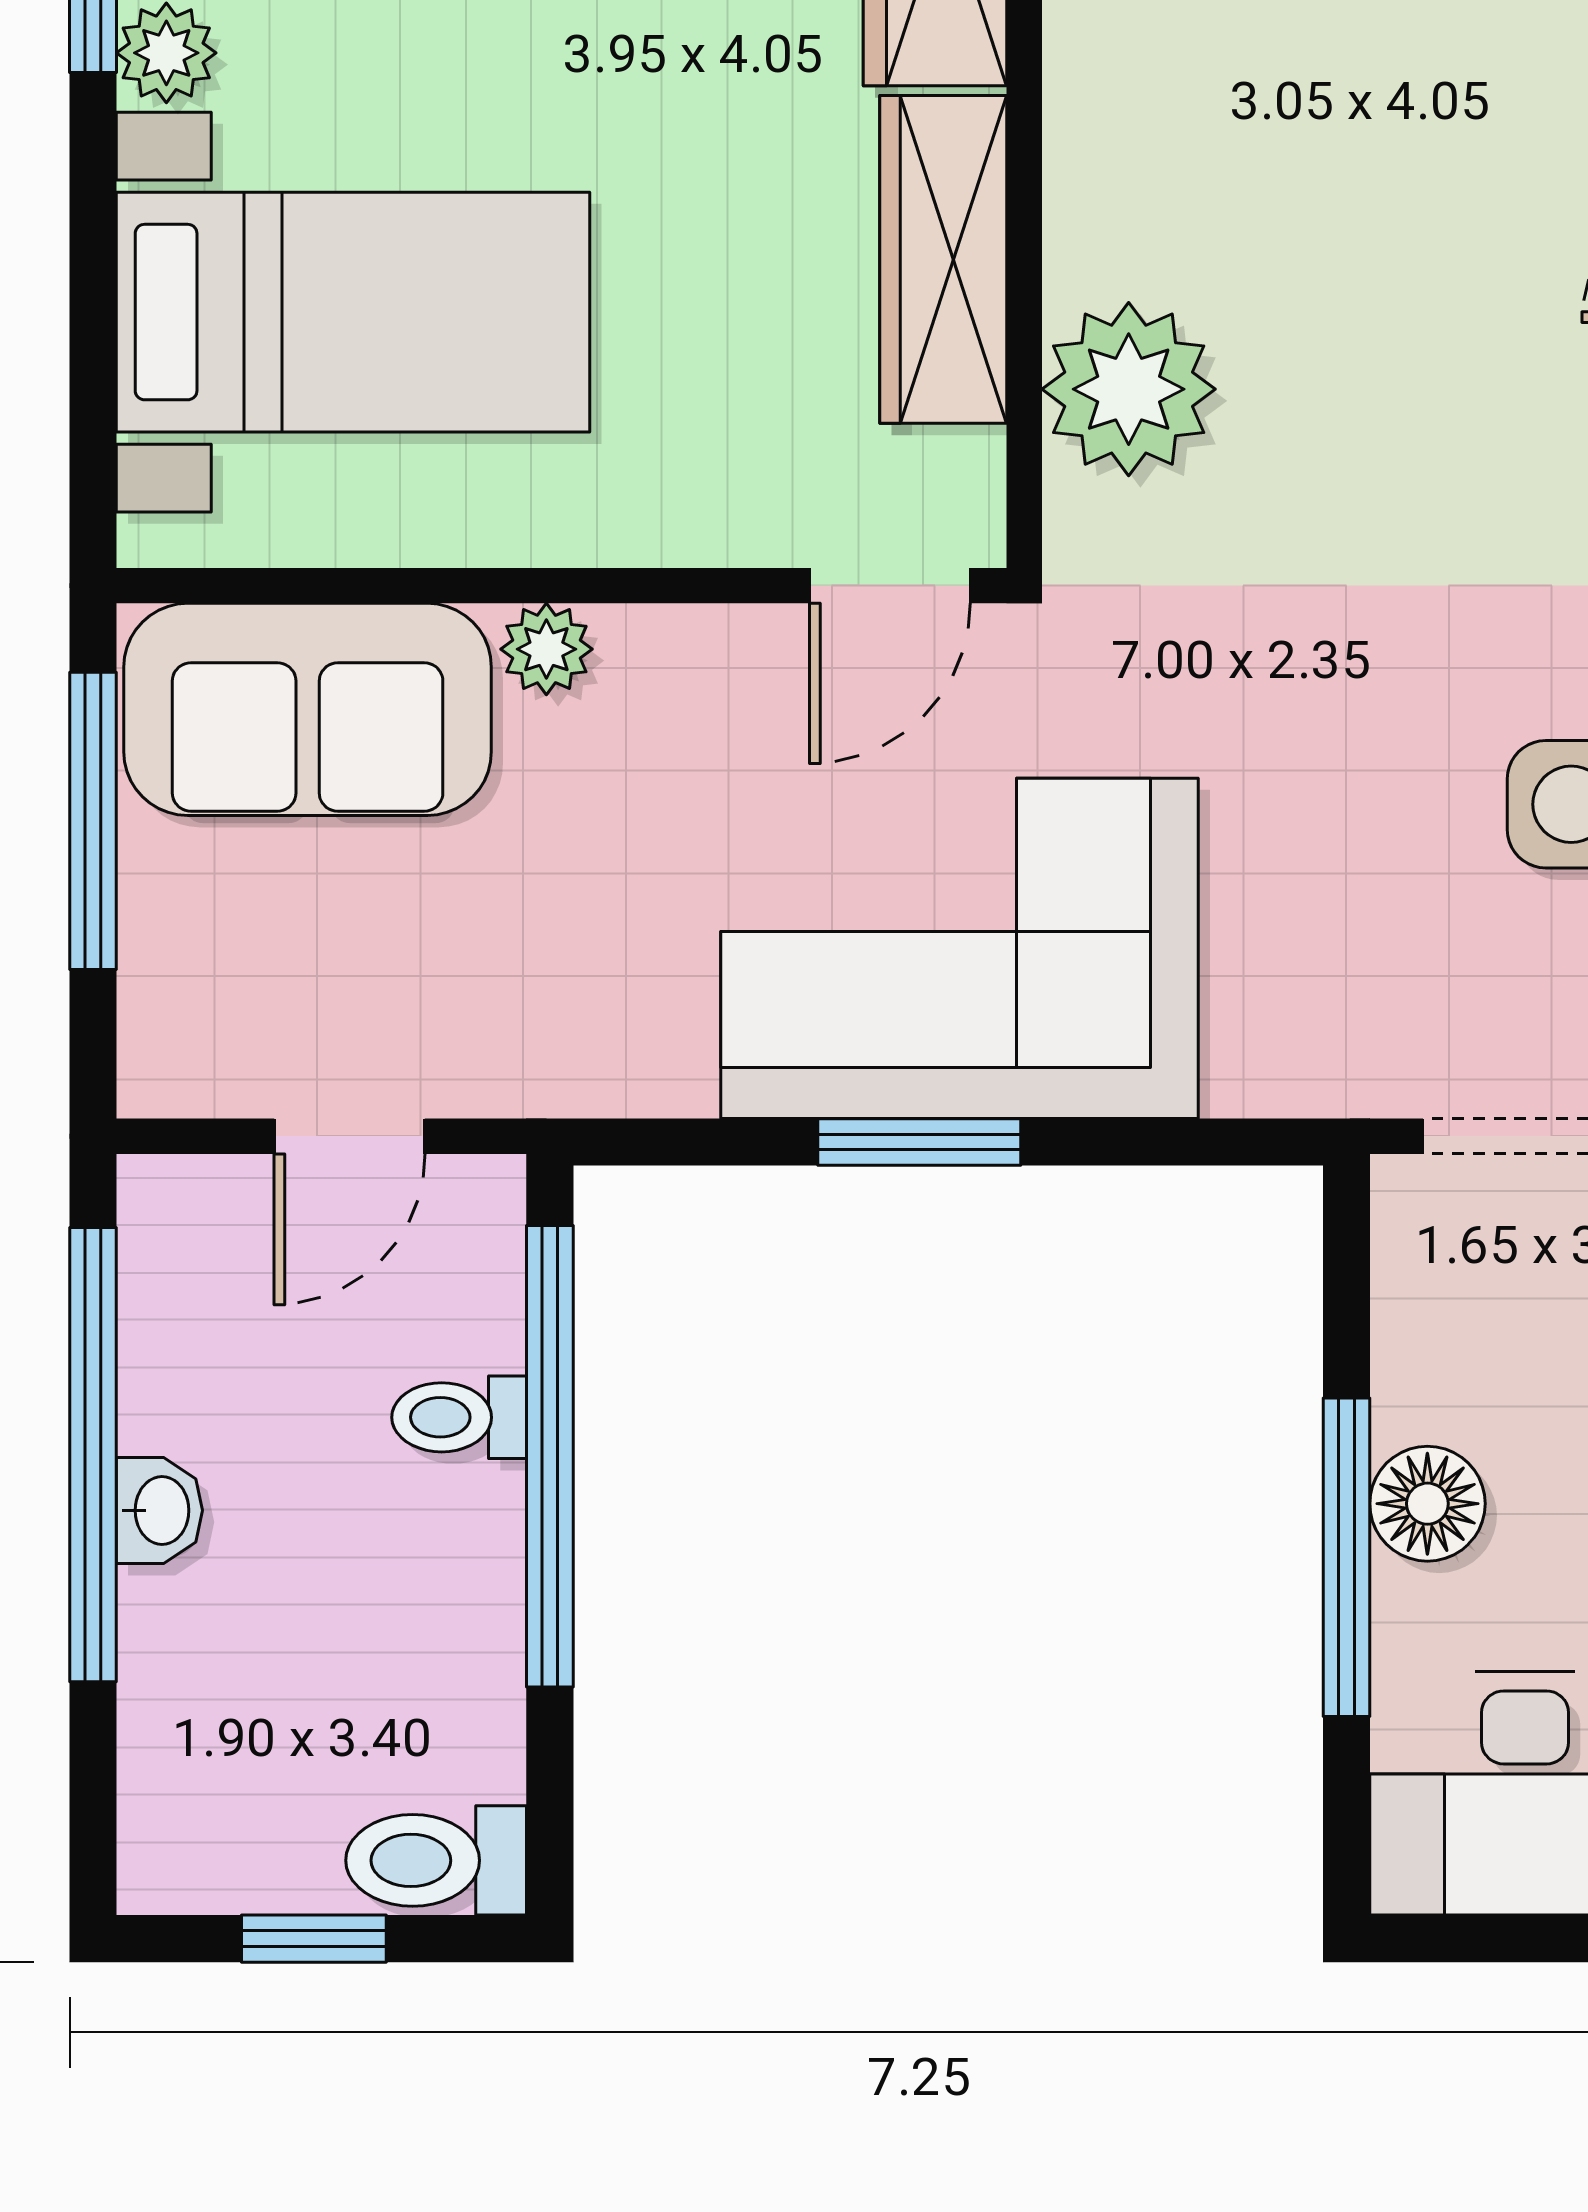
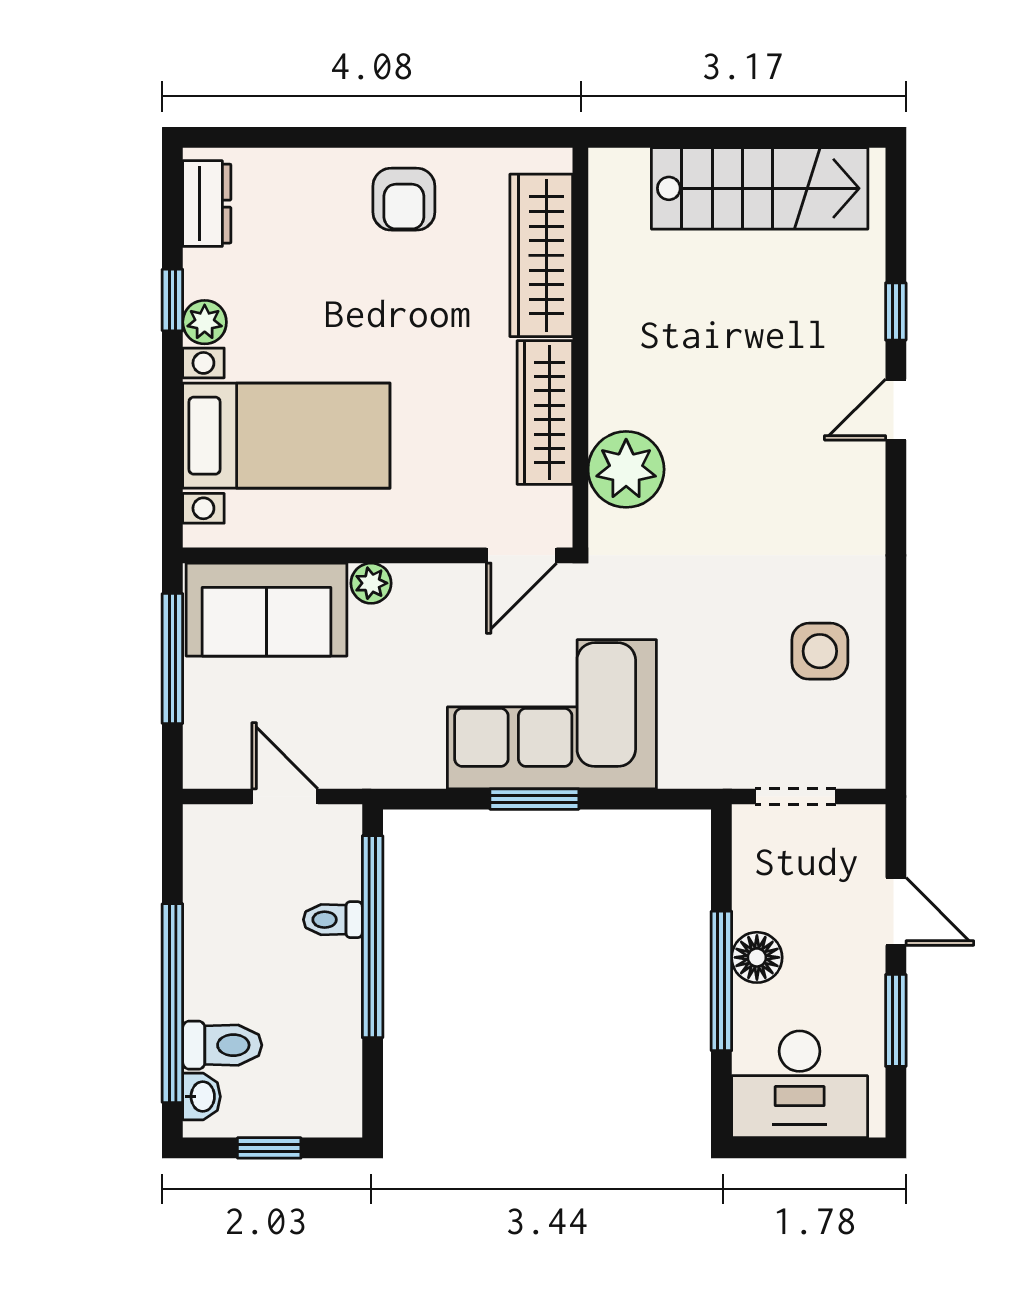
door: (350, 1136) -> (285, 797), swing flipped
window: (93, 1455) -> (172, 1003), moved
washbasin: (159, 1510) -> (202, 1097), moved
toilet: (436, 1860) -> (222, 1045), moved, turned 180

